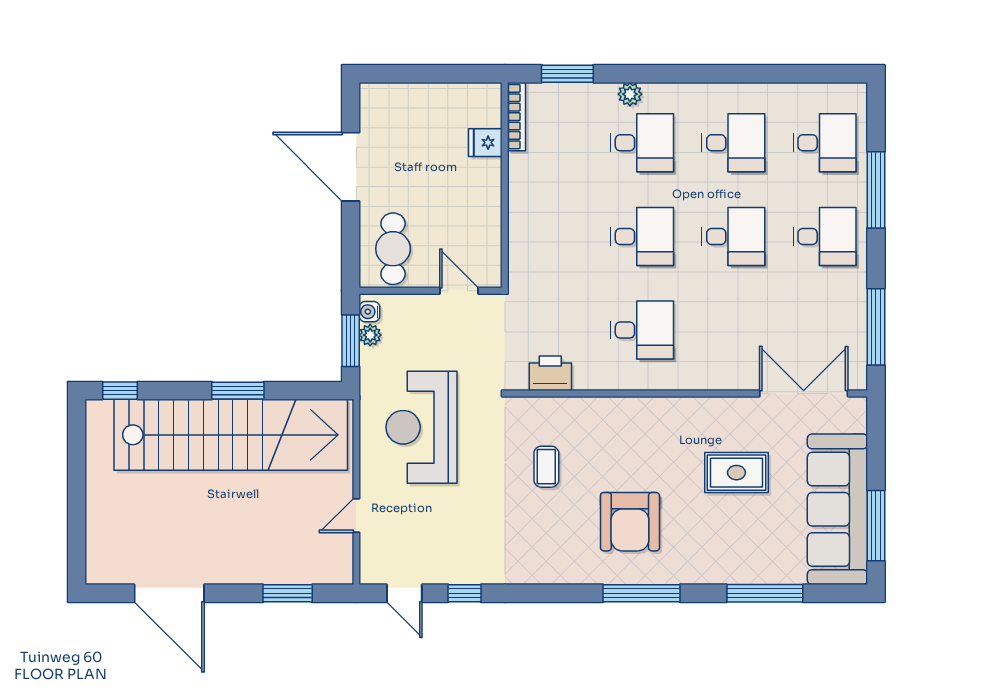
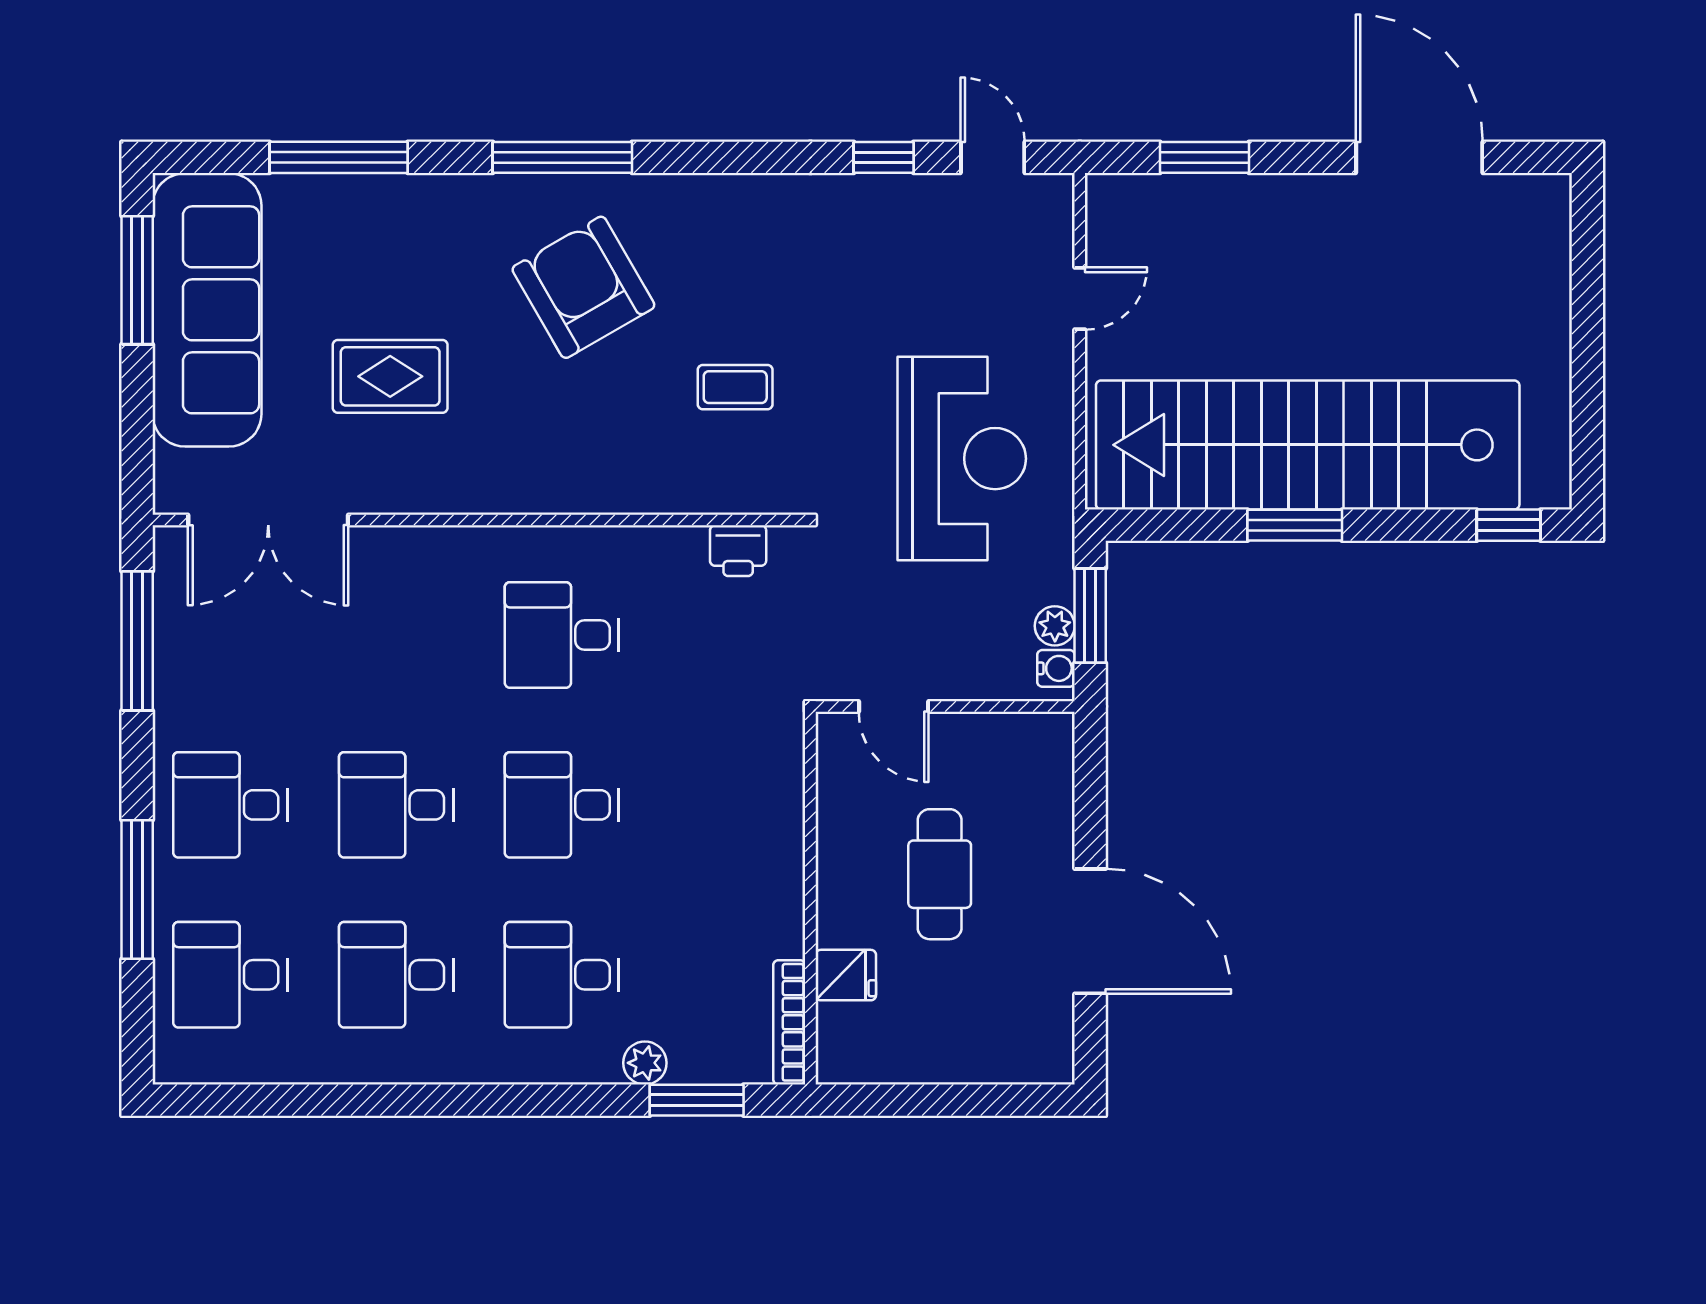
plant: (630, 94) -> (645, 1063), moved
cafe table: (393, 249) -> (940, 874), moved
printer: (550, 373) -> (738, 551), width x0.73, depth x0.81
coffee table: (546, 467) -> (735, 387), turned 90
armchair: (630, 522) -> (583, 287), turned -30

